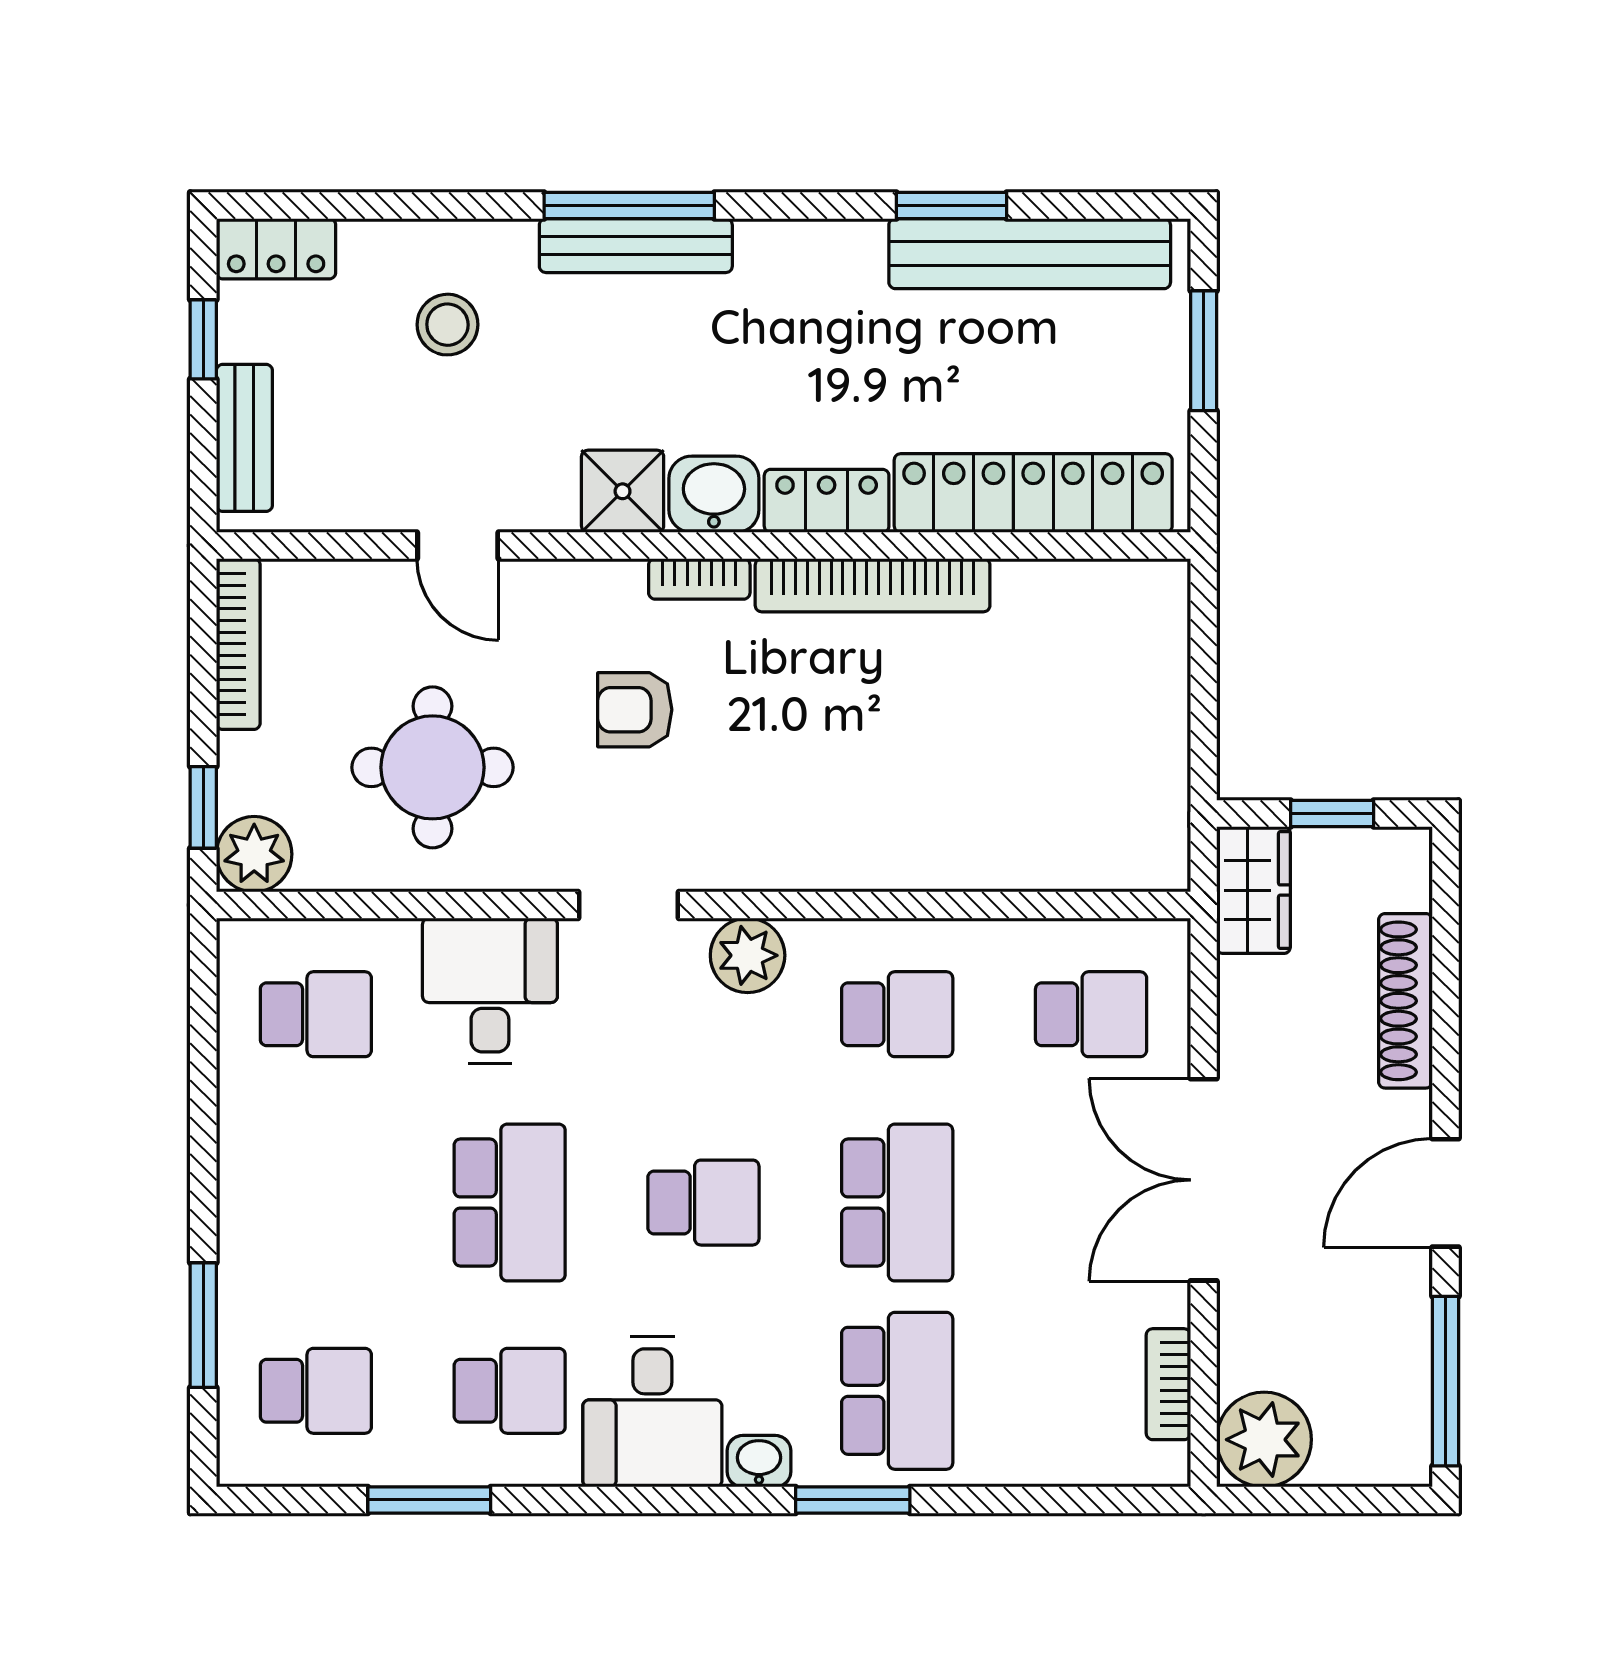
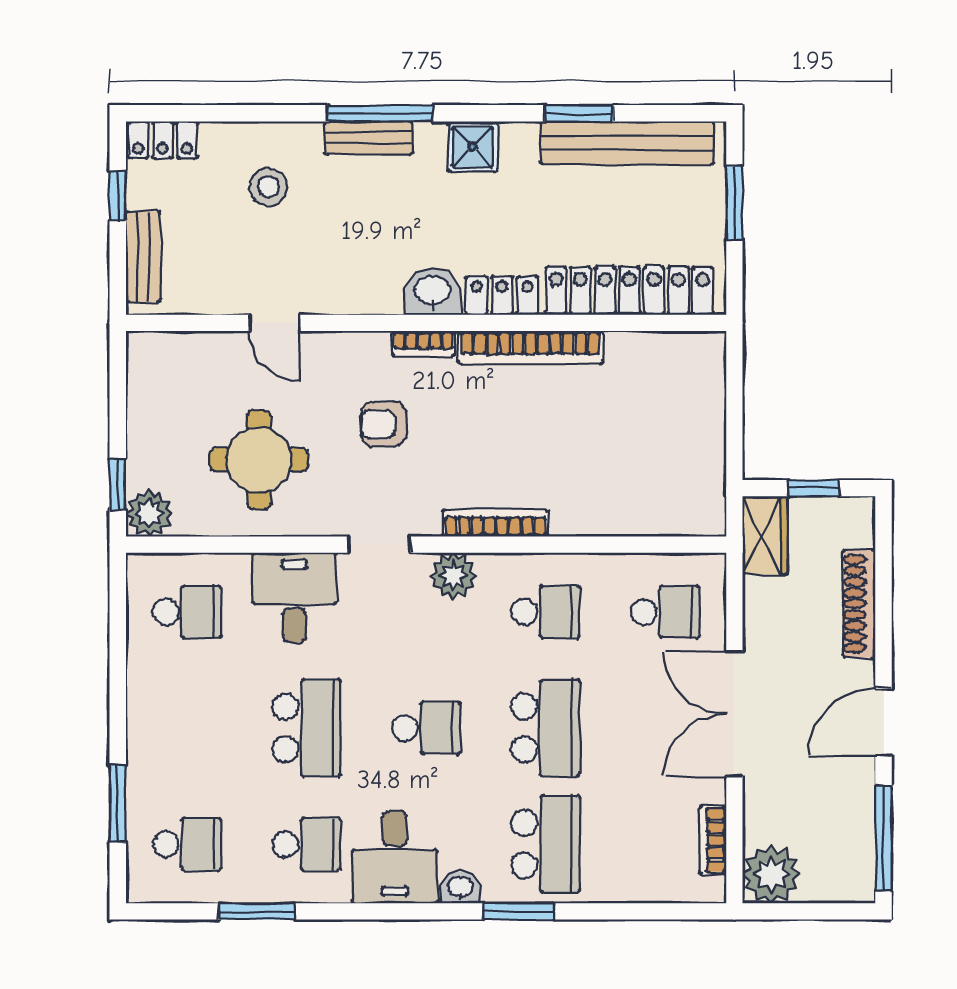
bench: (636, 246) -> (369, 138), width x0.73
shower: (623, 491) -> (472, 147), moved
bookcase: (238, 644) -> (496, 523), moved, turned -90

